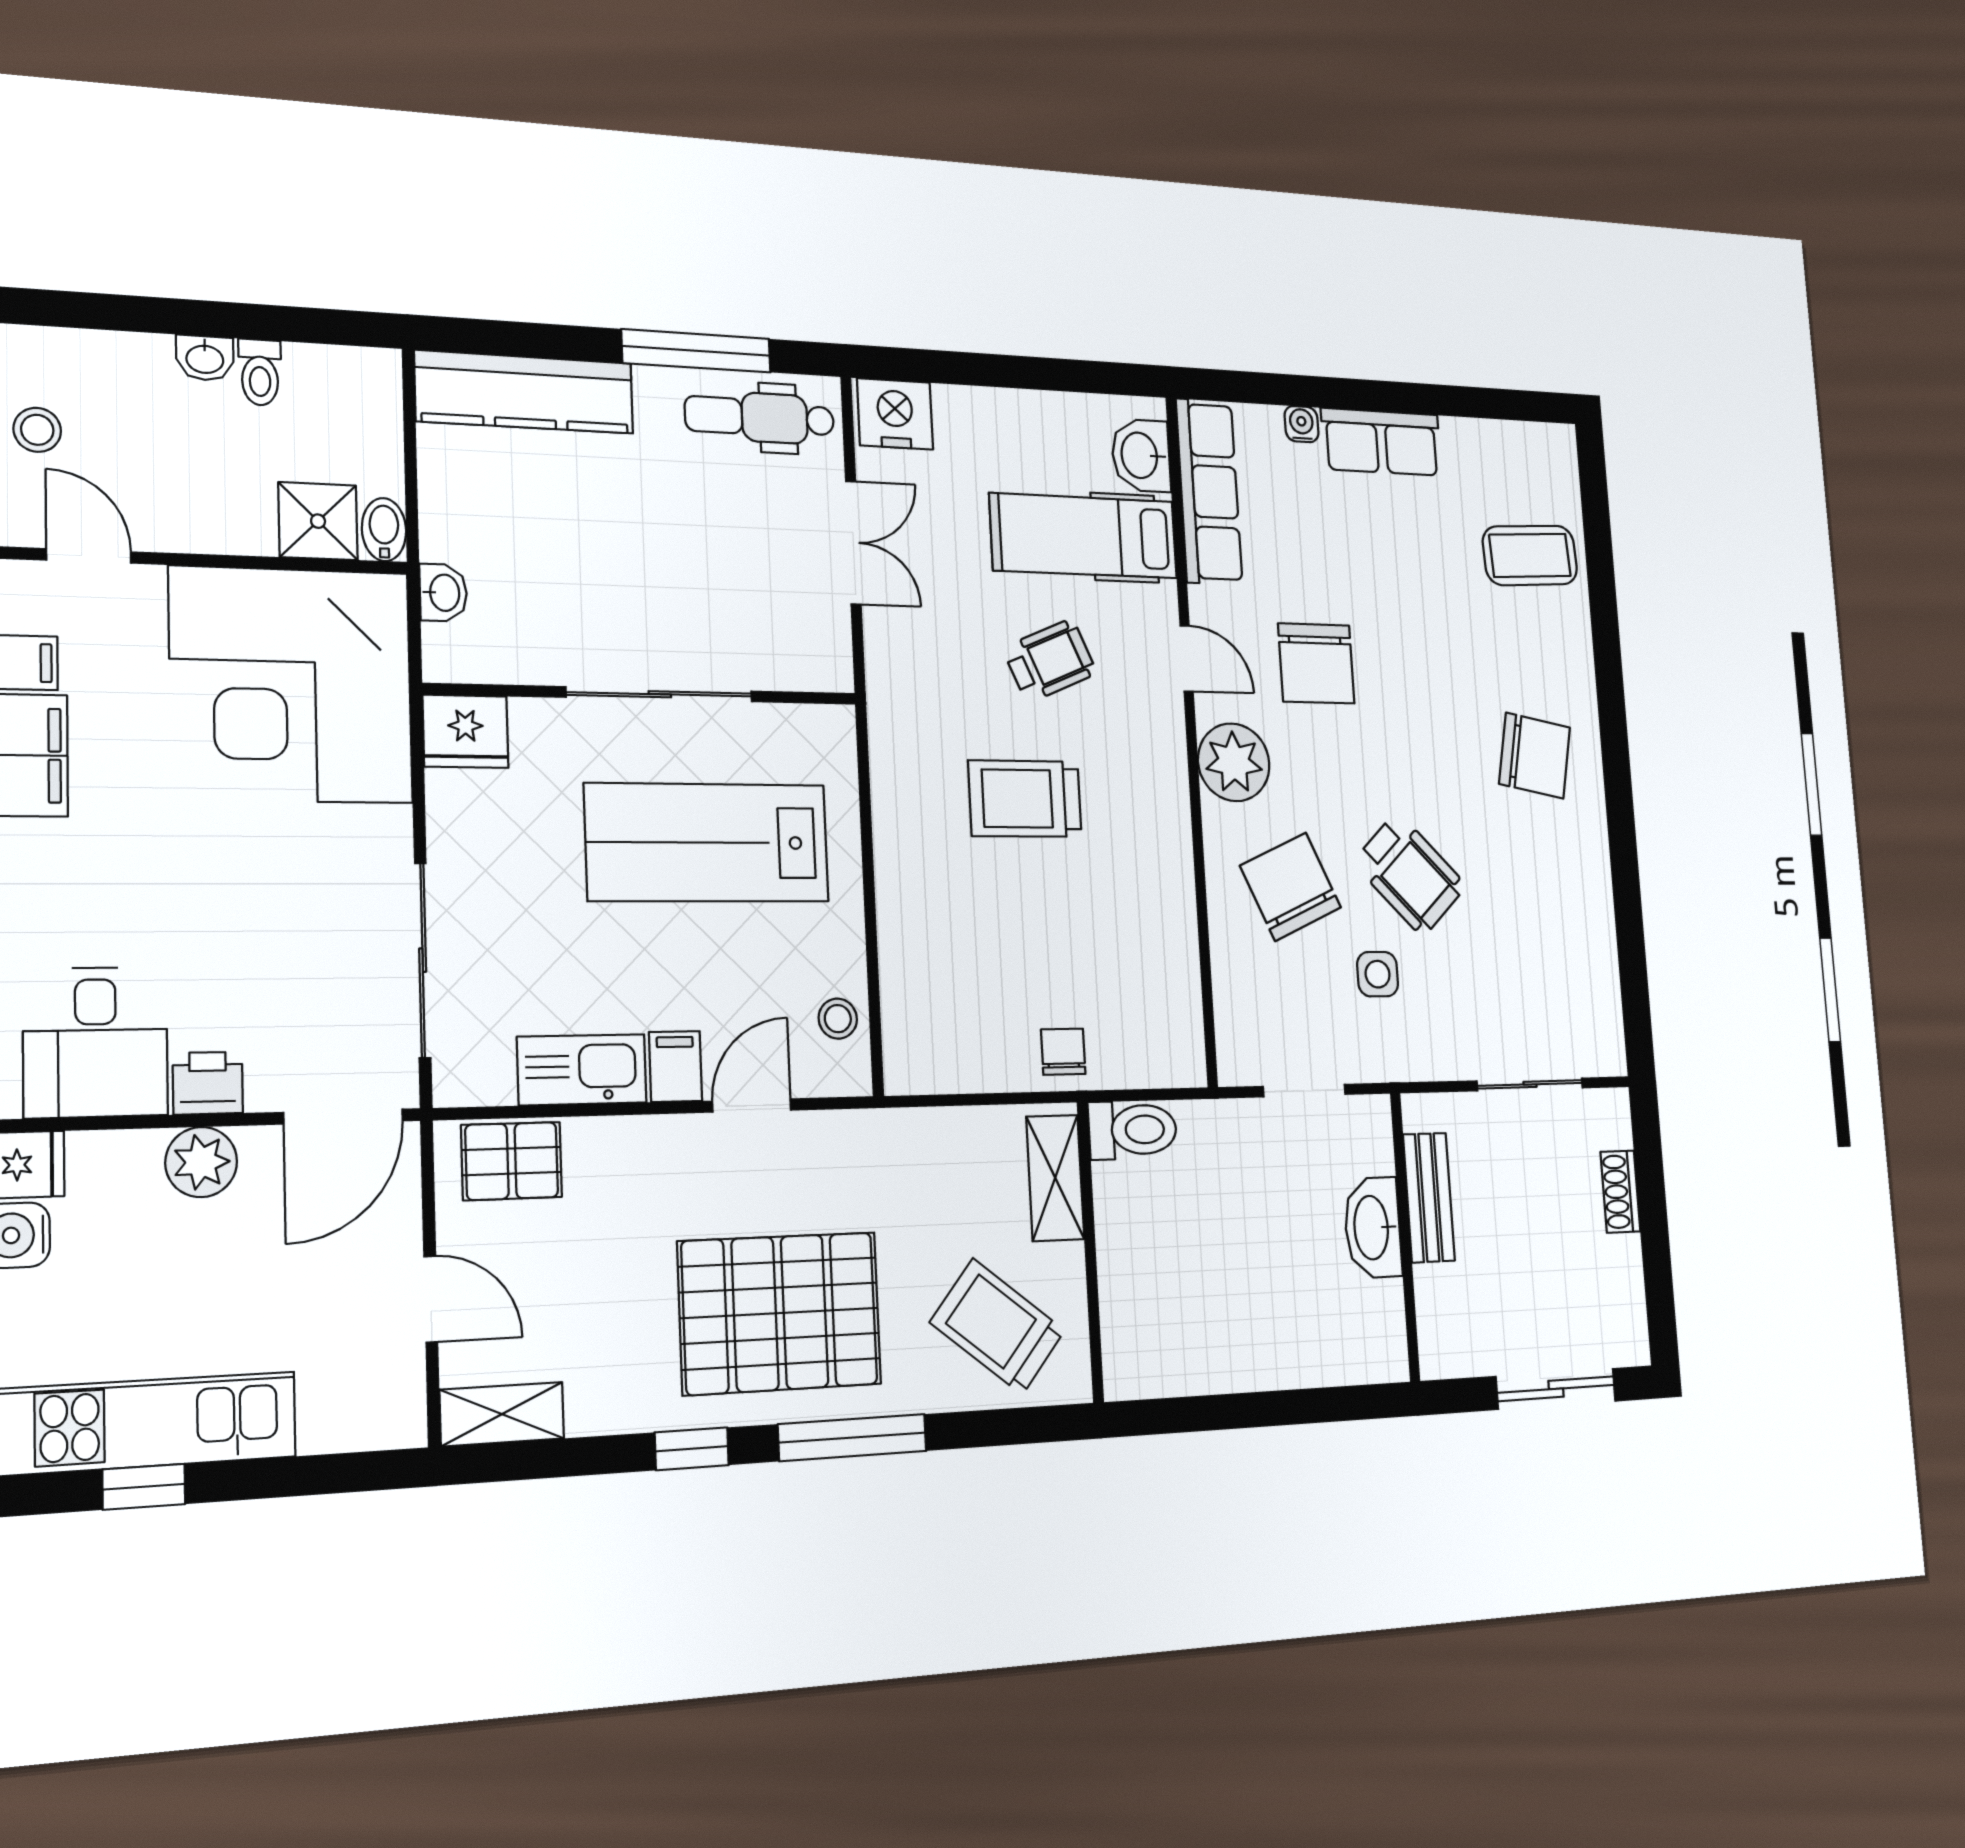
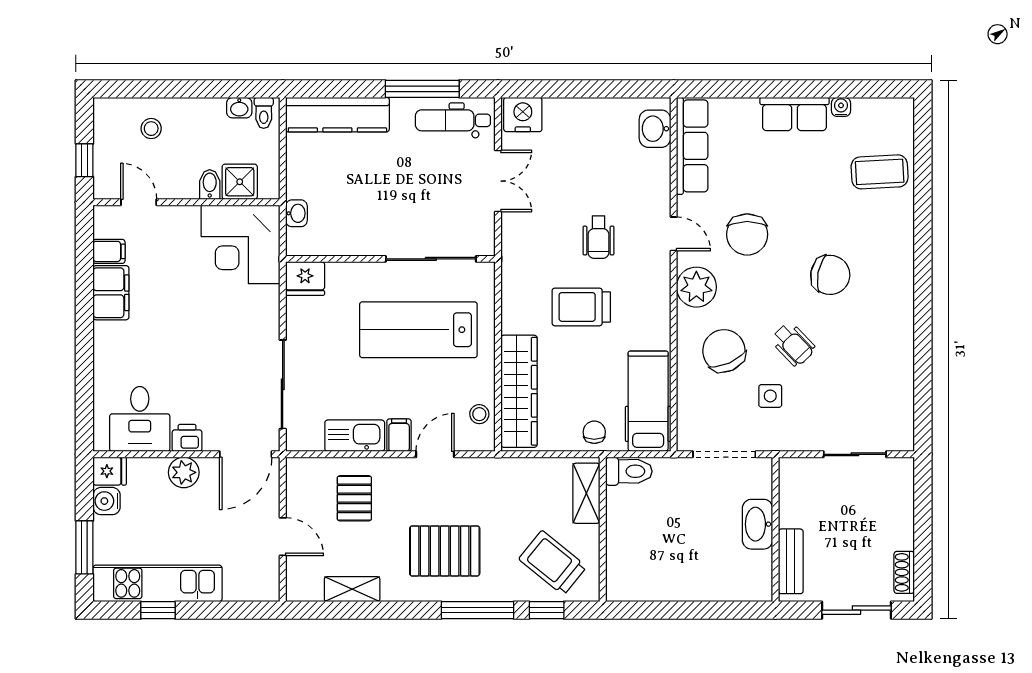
washbasin: (205, 358) -> (239, 108), moved
toilet: (260, 372) -> (264, 113), moved
water cooler: (1302, 424) -> (841, 107), moved
stool: (37, 430) -> (151, 129), moved
bidet: (384, 530) -> (210, 184), moved
hospital bed: (1084, 536) -> (648, 401), moved, turned 90
wheelchair: (1050, 661) -> (598, 237), turned 113
corner desk: (291, 685) -> (240, 244), width x0.74, depth x0.74
sliding door: (660, 694) -> (431, 259), moved
chair: (1535, 756) -> (830, 275), moved
wheelchair: (1410, 874) -> (793, 344), width x0.73, depth x0.73
wardrobe: (914, 970) -> (519, 391), added
doorway: (1304, 1090) -> (724, 454), width x1.38
pallet: (512, 1161) -> (354, 498), moved, turned 90
shoe rack: (1620, 1192) -> (904, 572), moved
bench: (1429, 1198) -> (791, 561), moved
pallet: (780, 1313) -> (445, 551), width x0.73, depth x0.71
shelving: (502, 1414) -> (352, 589), moved
window: (692, 1449) -> (547, 610), moved

